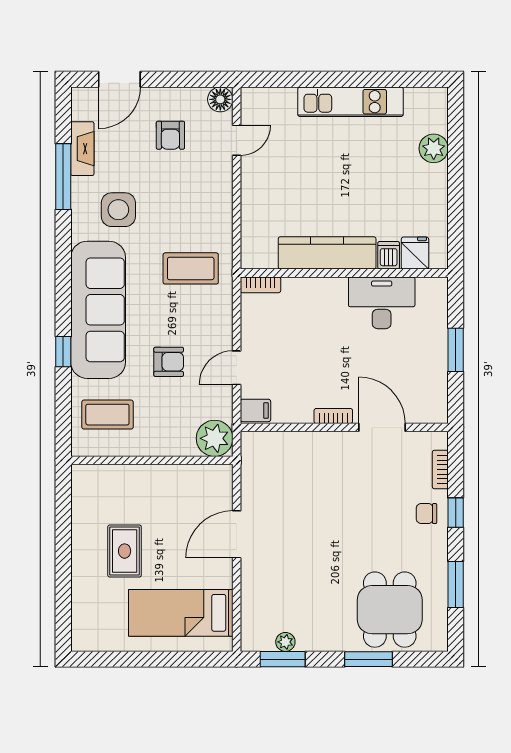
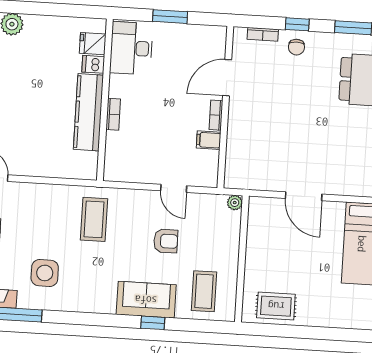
bookcase: (260, 285) -> (113, 114), moved
desk: (382, 303) -> (131, 48), moved
sofa: (98, 310) -> (146, 300), width x0.54, depth x0.79
armchair: (169, 362) -> (166, 241), turned 90
filing cabinet: (255, 410) -> (209, 140), moved, turned -90
plant: (215, 438) -> (235, 203), width x0.53, depth x0.53
rug: (125, 551) -> (276, 306), moved

